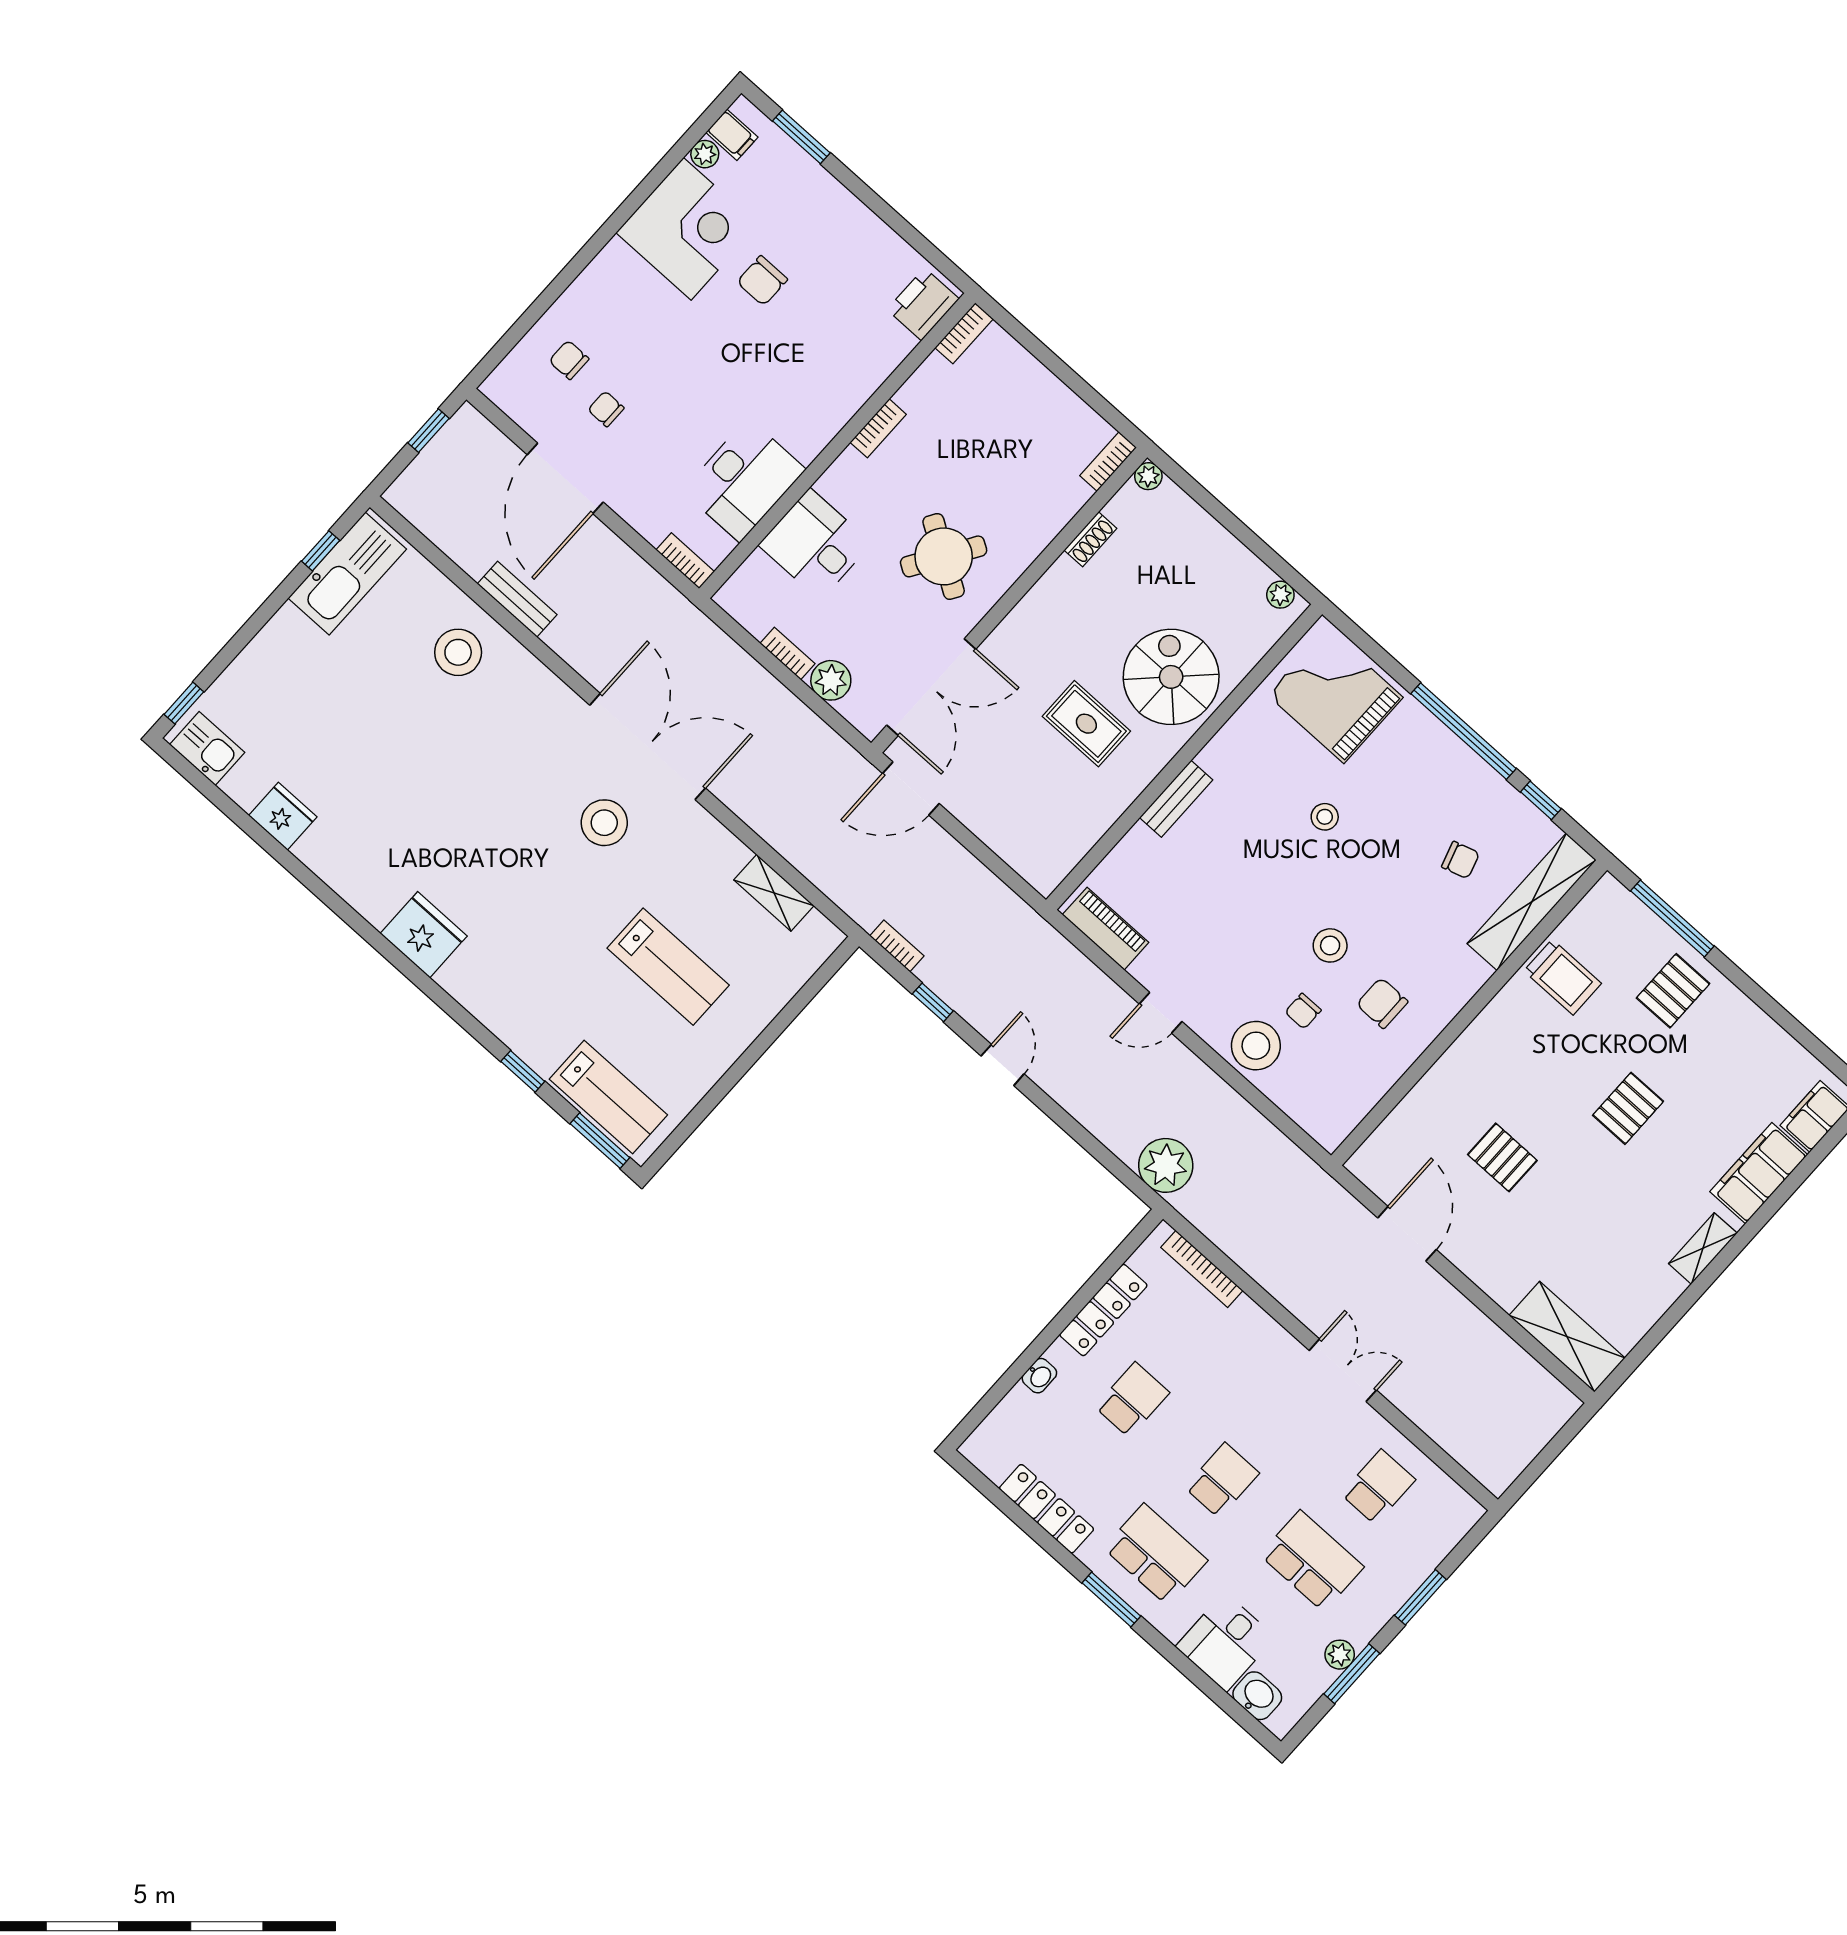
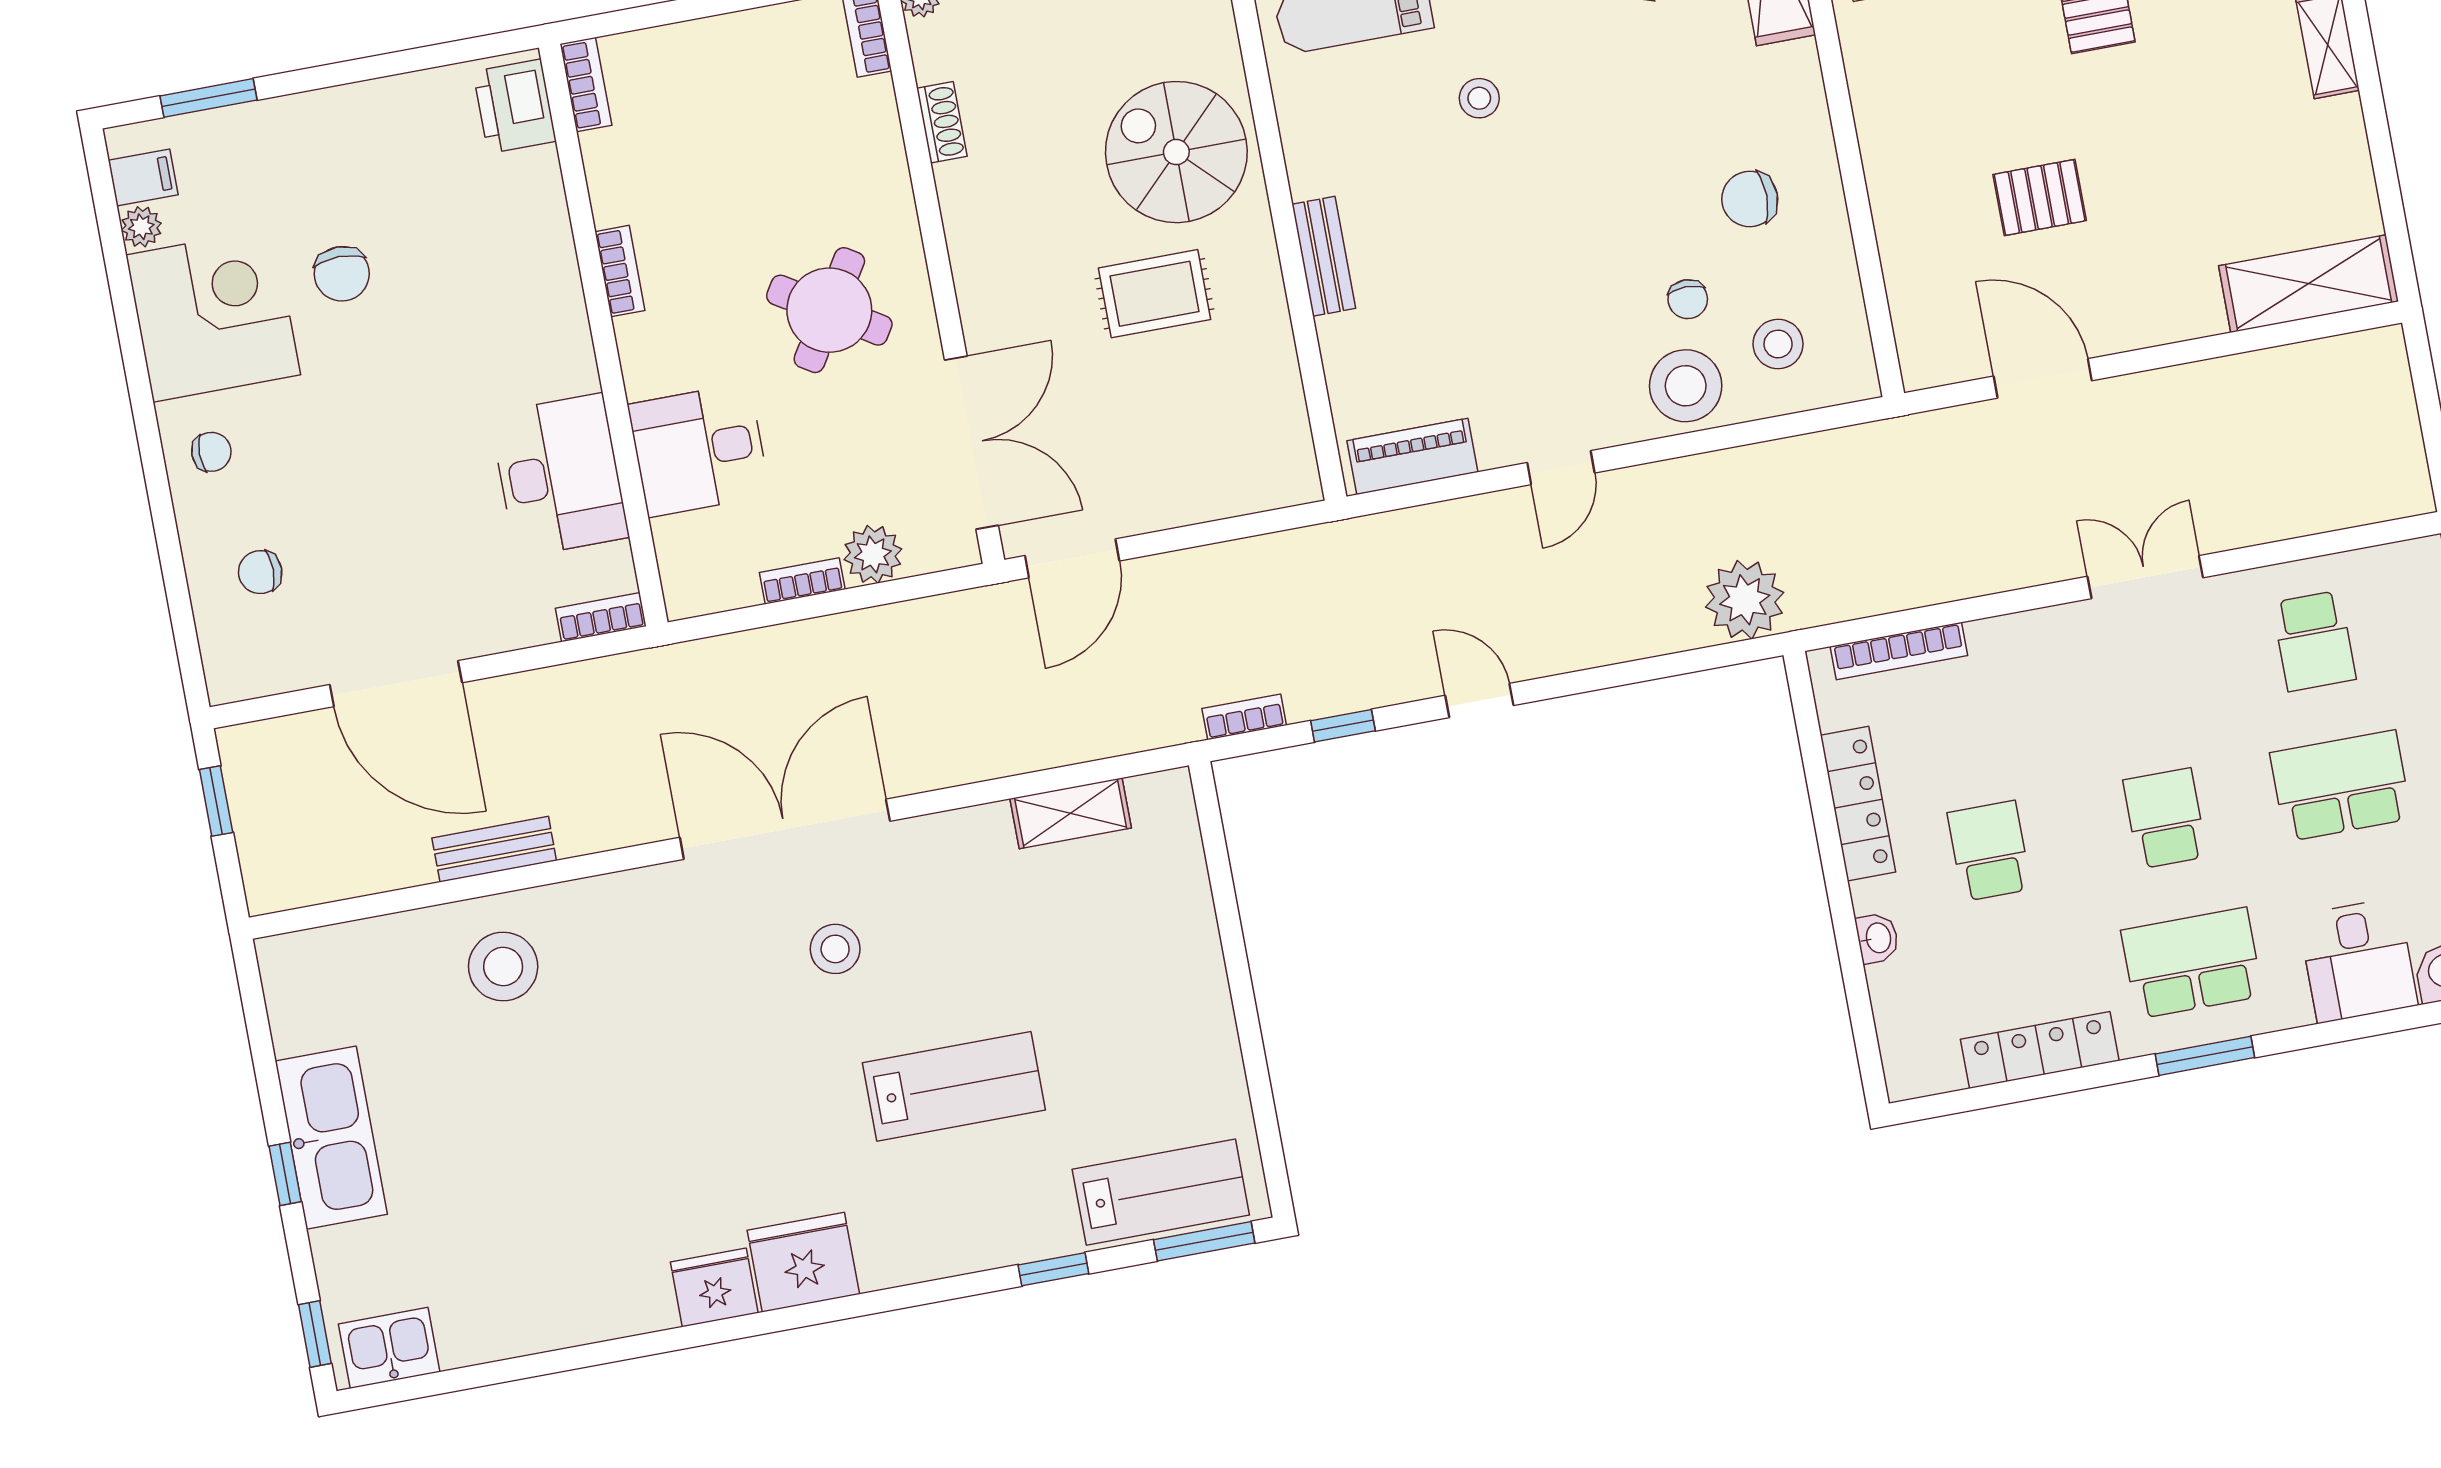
chair: (606, 409) -> (211, 452), moved, turned 180
window: (321, 551) -> (285, 1174), moved
kitchen sink: (347, 574) -> (331, 1138), moved
fridge: (283, 816) -> (714, 1287), moved
stool: (604, 823) -> (835, 949), width x0.73, depth x0.73
stool: (1330, 945) -> (1778, 344), moved
lab bench: (668, 967) -> (954, 1086), moved
school desk: (1378, 1487) -> (2314, 641), turned 180

